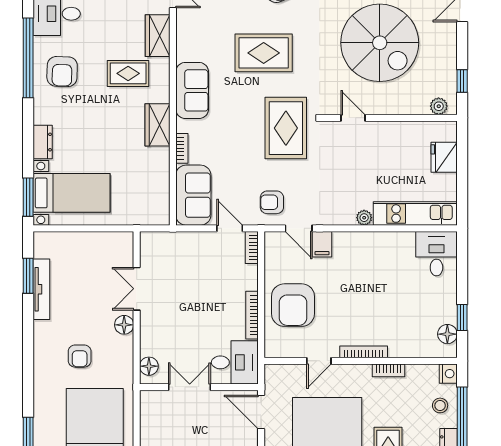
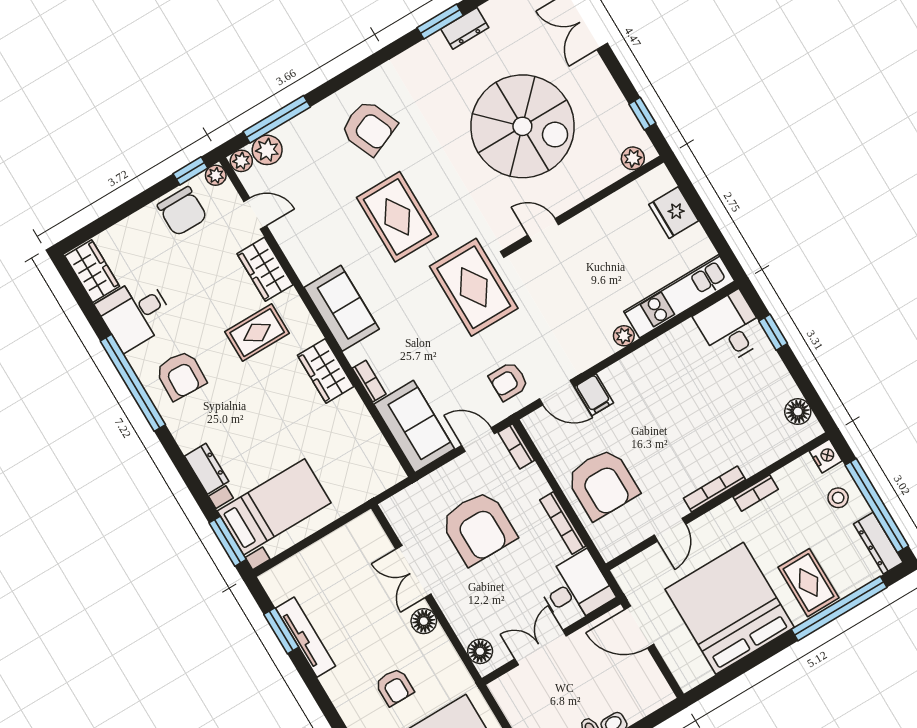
rug: (264, 53) -> (397, 217), turned 90
armchair: (196, 285) -> (478, 528), added
window: (462, 317) -> (773, 332), moved

